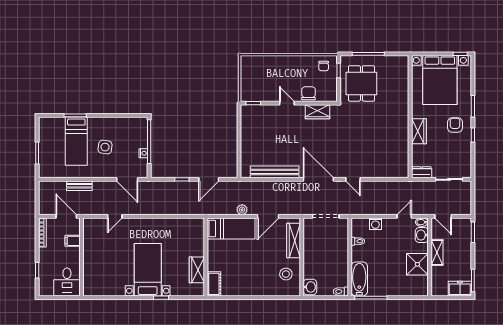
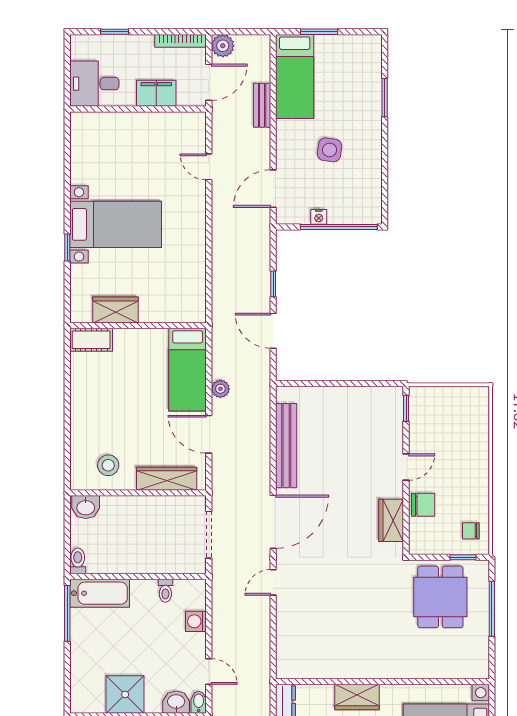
dining table: (361, 83) -> (440, 597), turned 90
bed: (76, 141) -> (295, 76), moved, turned -90
plant: (45, 208) -> (223, 46), added
filing cabinet: (73, 241) -> (156, 93), width x2.00

